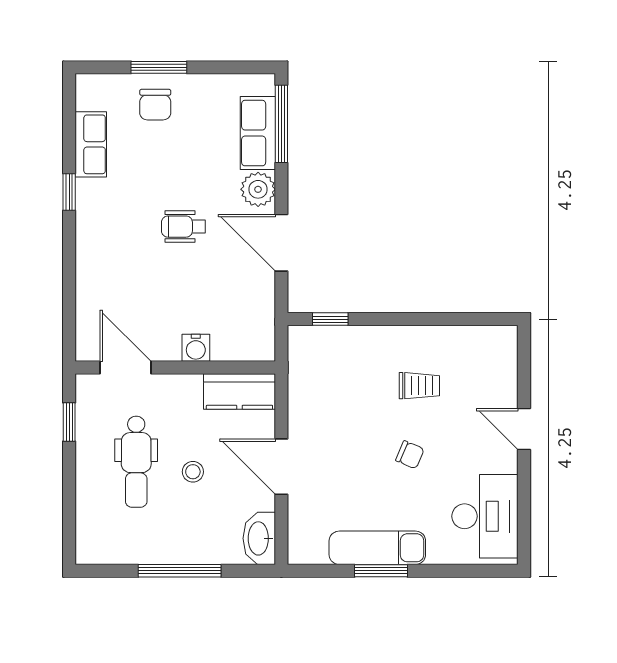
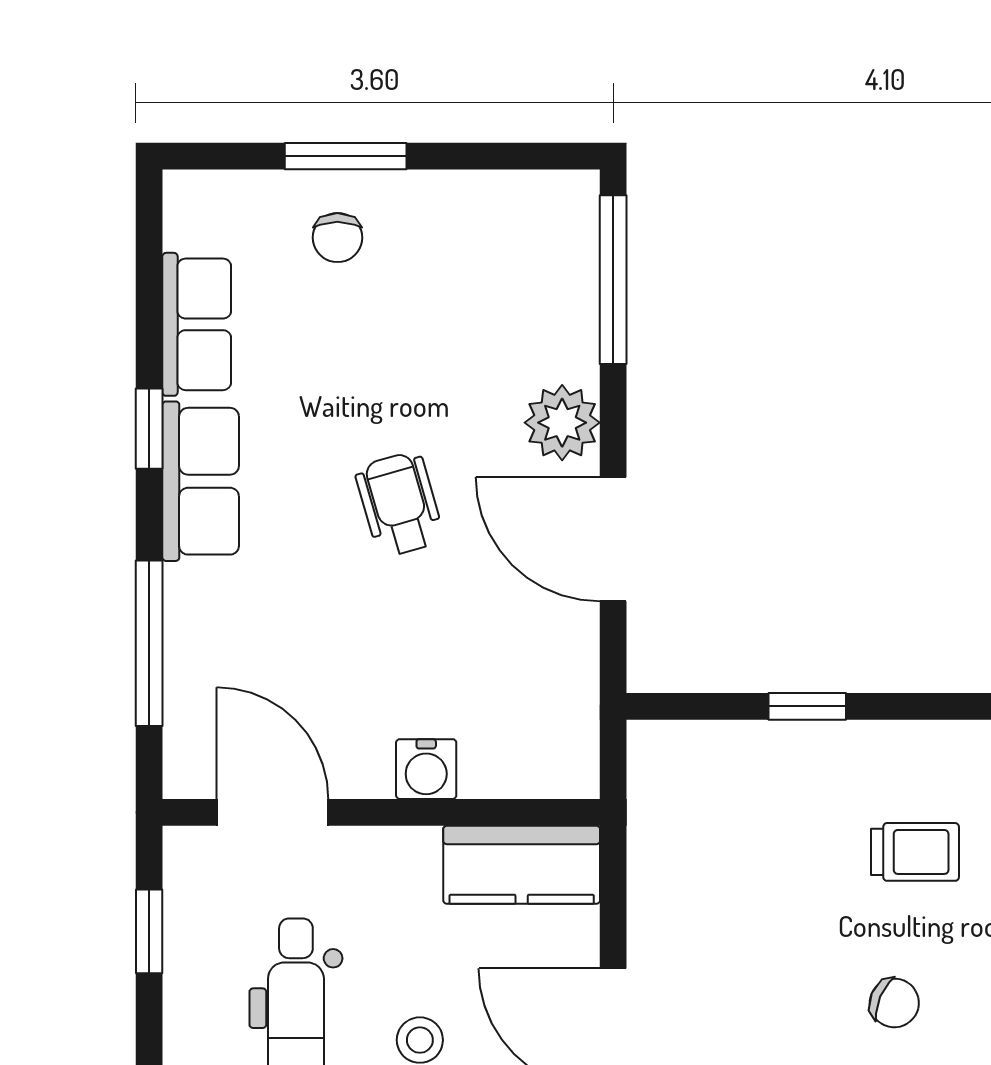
chair: (155, 105) -> (337, 238), width x0.73, depth x0.73
row of seats: (258, 133) -> (201, 481), moved, turned 180
wheelchair: (184, 227) -> (399, 504), turned 74
window: (69, 290) -> (149, 643), added
window: (330, 319) -> (807, 706), moved

